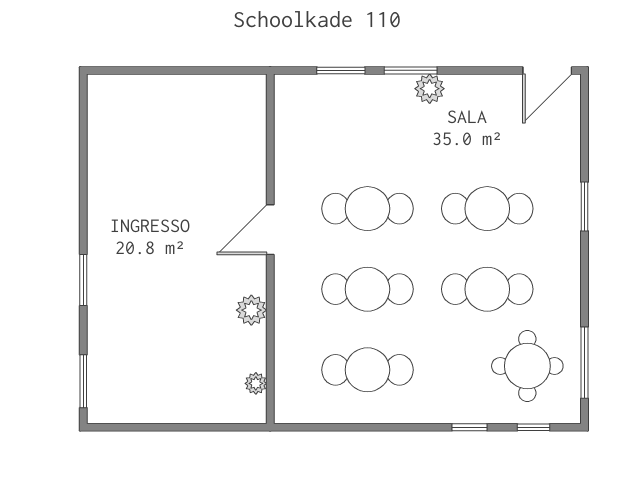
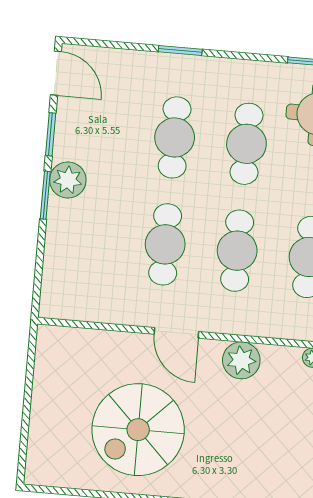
window: (341, 70) -> (51, 134), moved
plant: (430, 89) -> (68, 180), width x1.36, depth x1.36
spiral stairs: (159, 196) -> (138, 430), added
plant: (251, 310) -> (241, 360), width x1.36, depth x1.36

